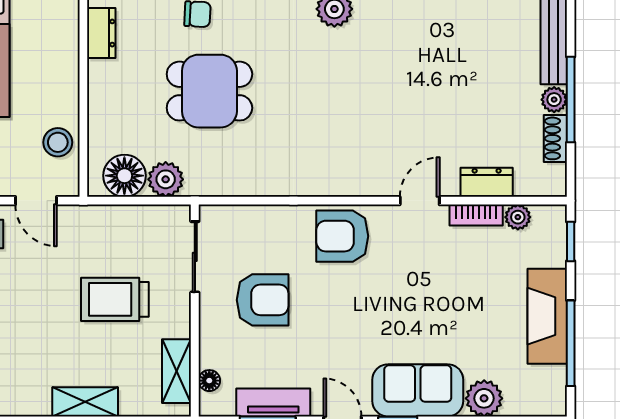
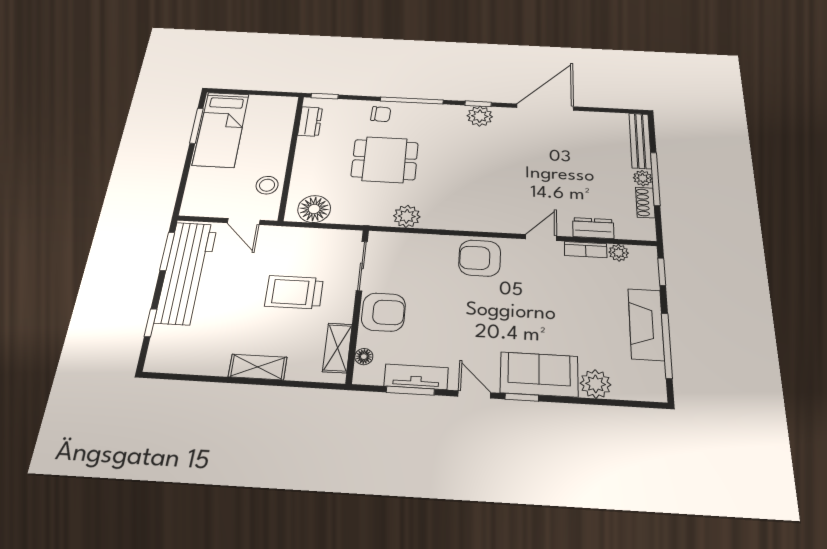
plant: (166, 179) -> (407, 216), moved
armchair: (263, 300) -> (383, 312), moved

